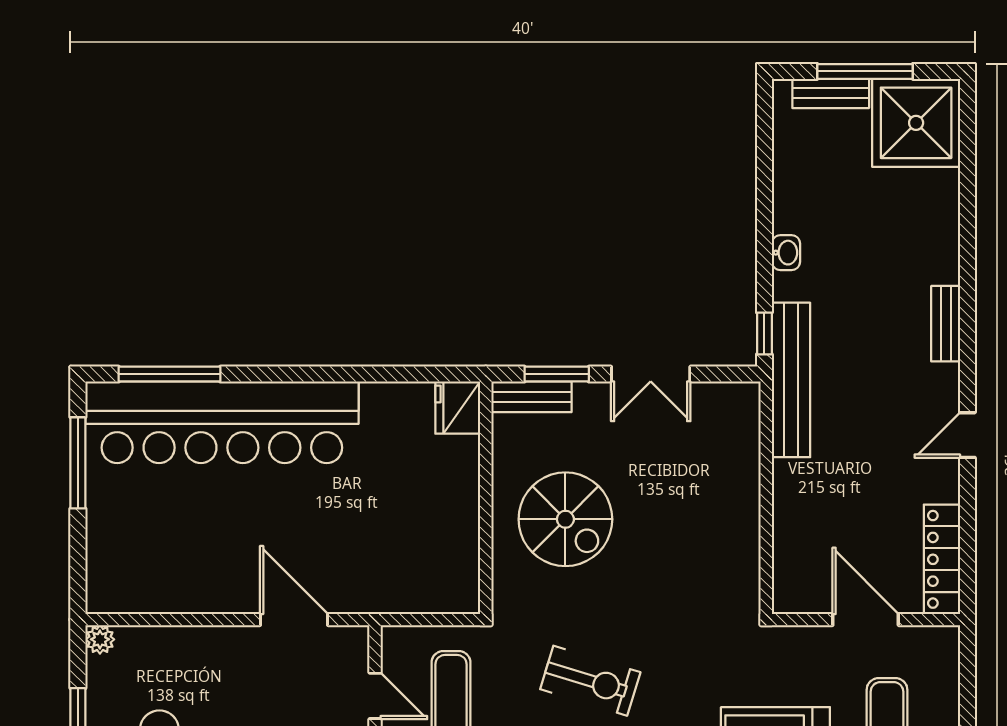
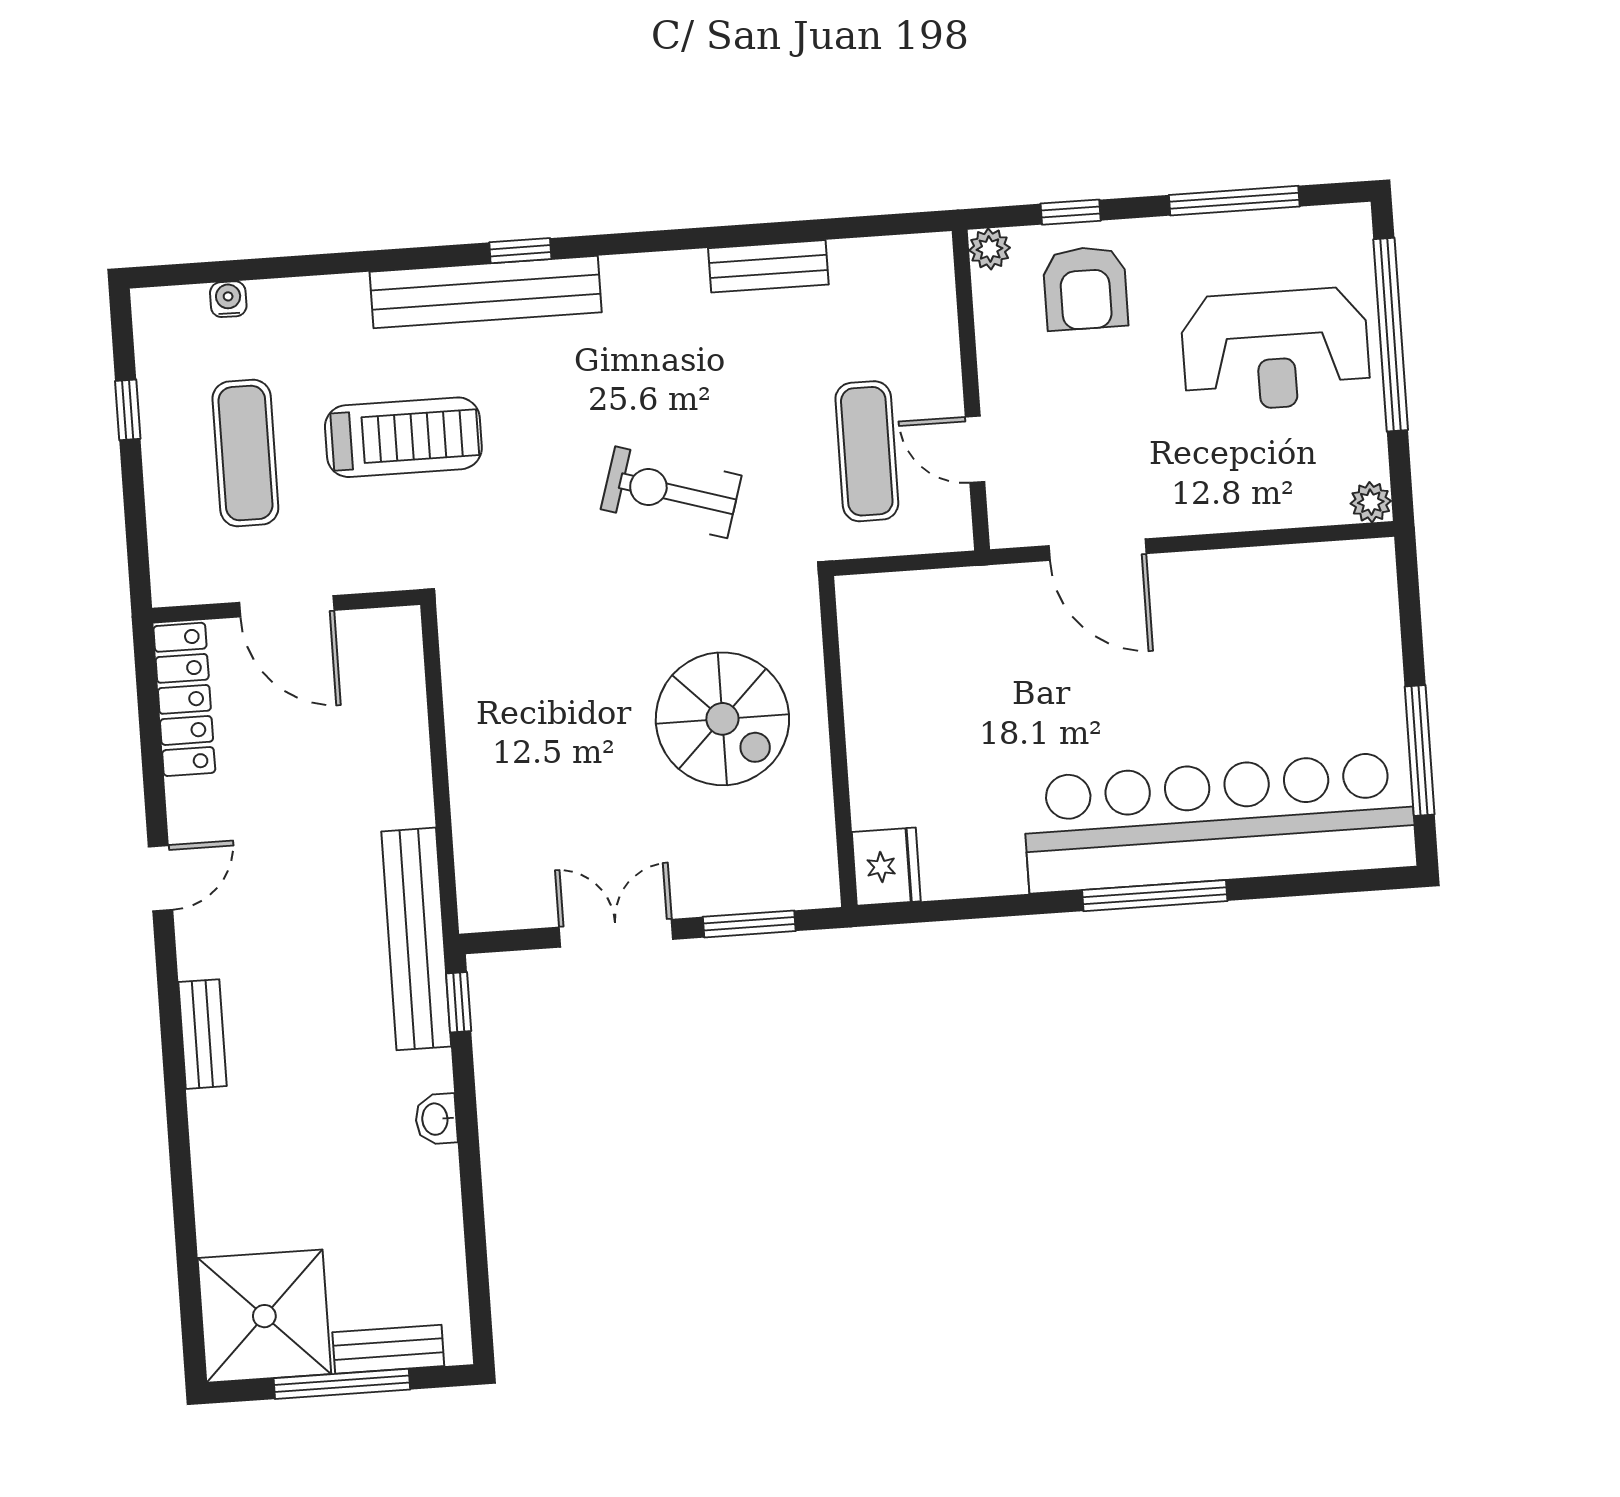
window: (169, 374) -> (1155, 896), moved
bench: (531, 397) -> (783, 889), removed
spiral stairs: (565, 519) -> (722, 719), turned 180

